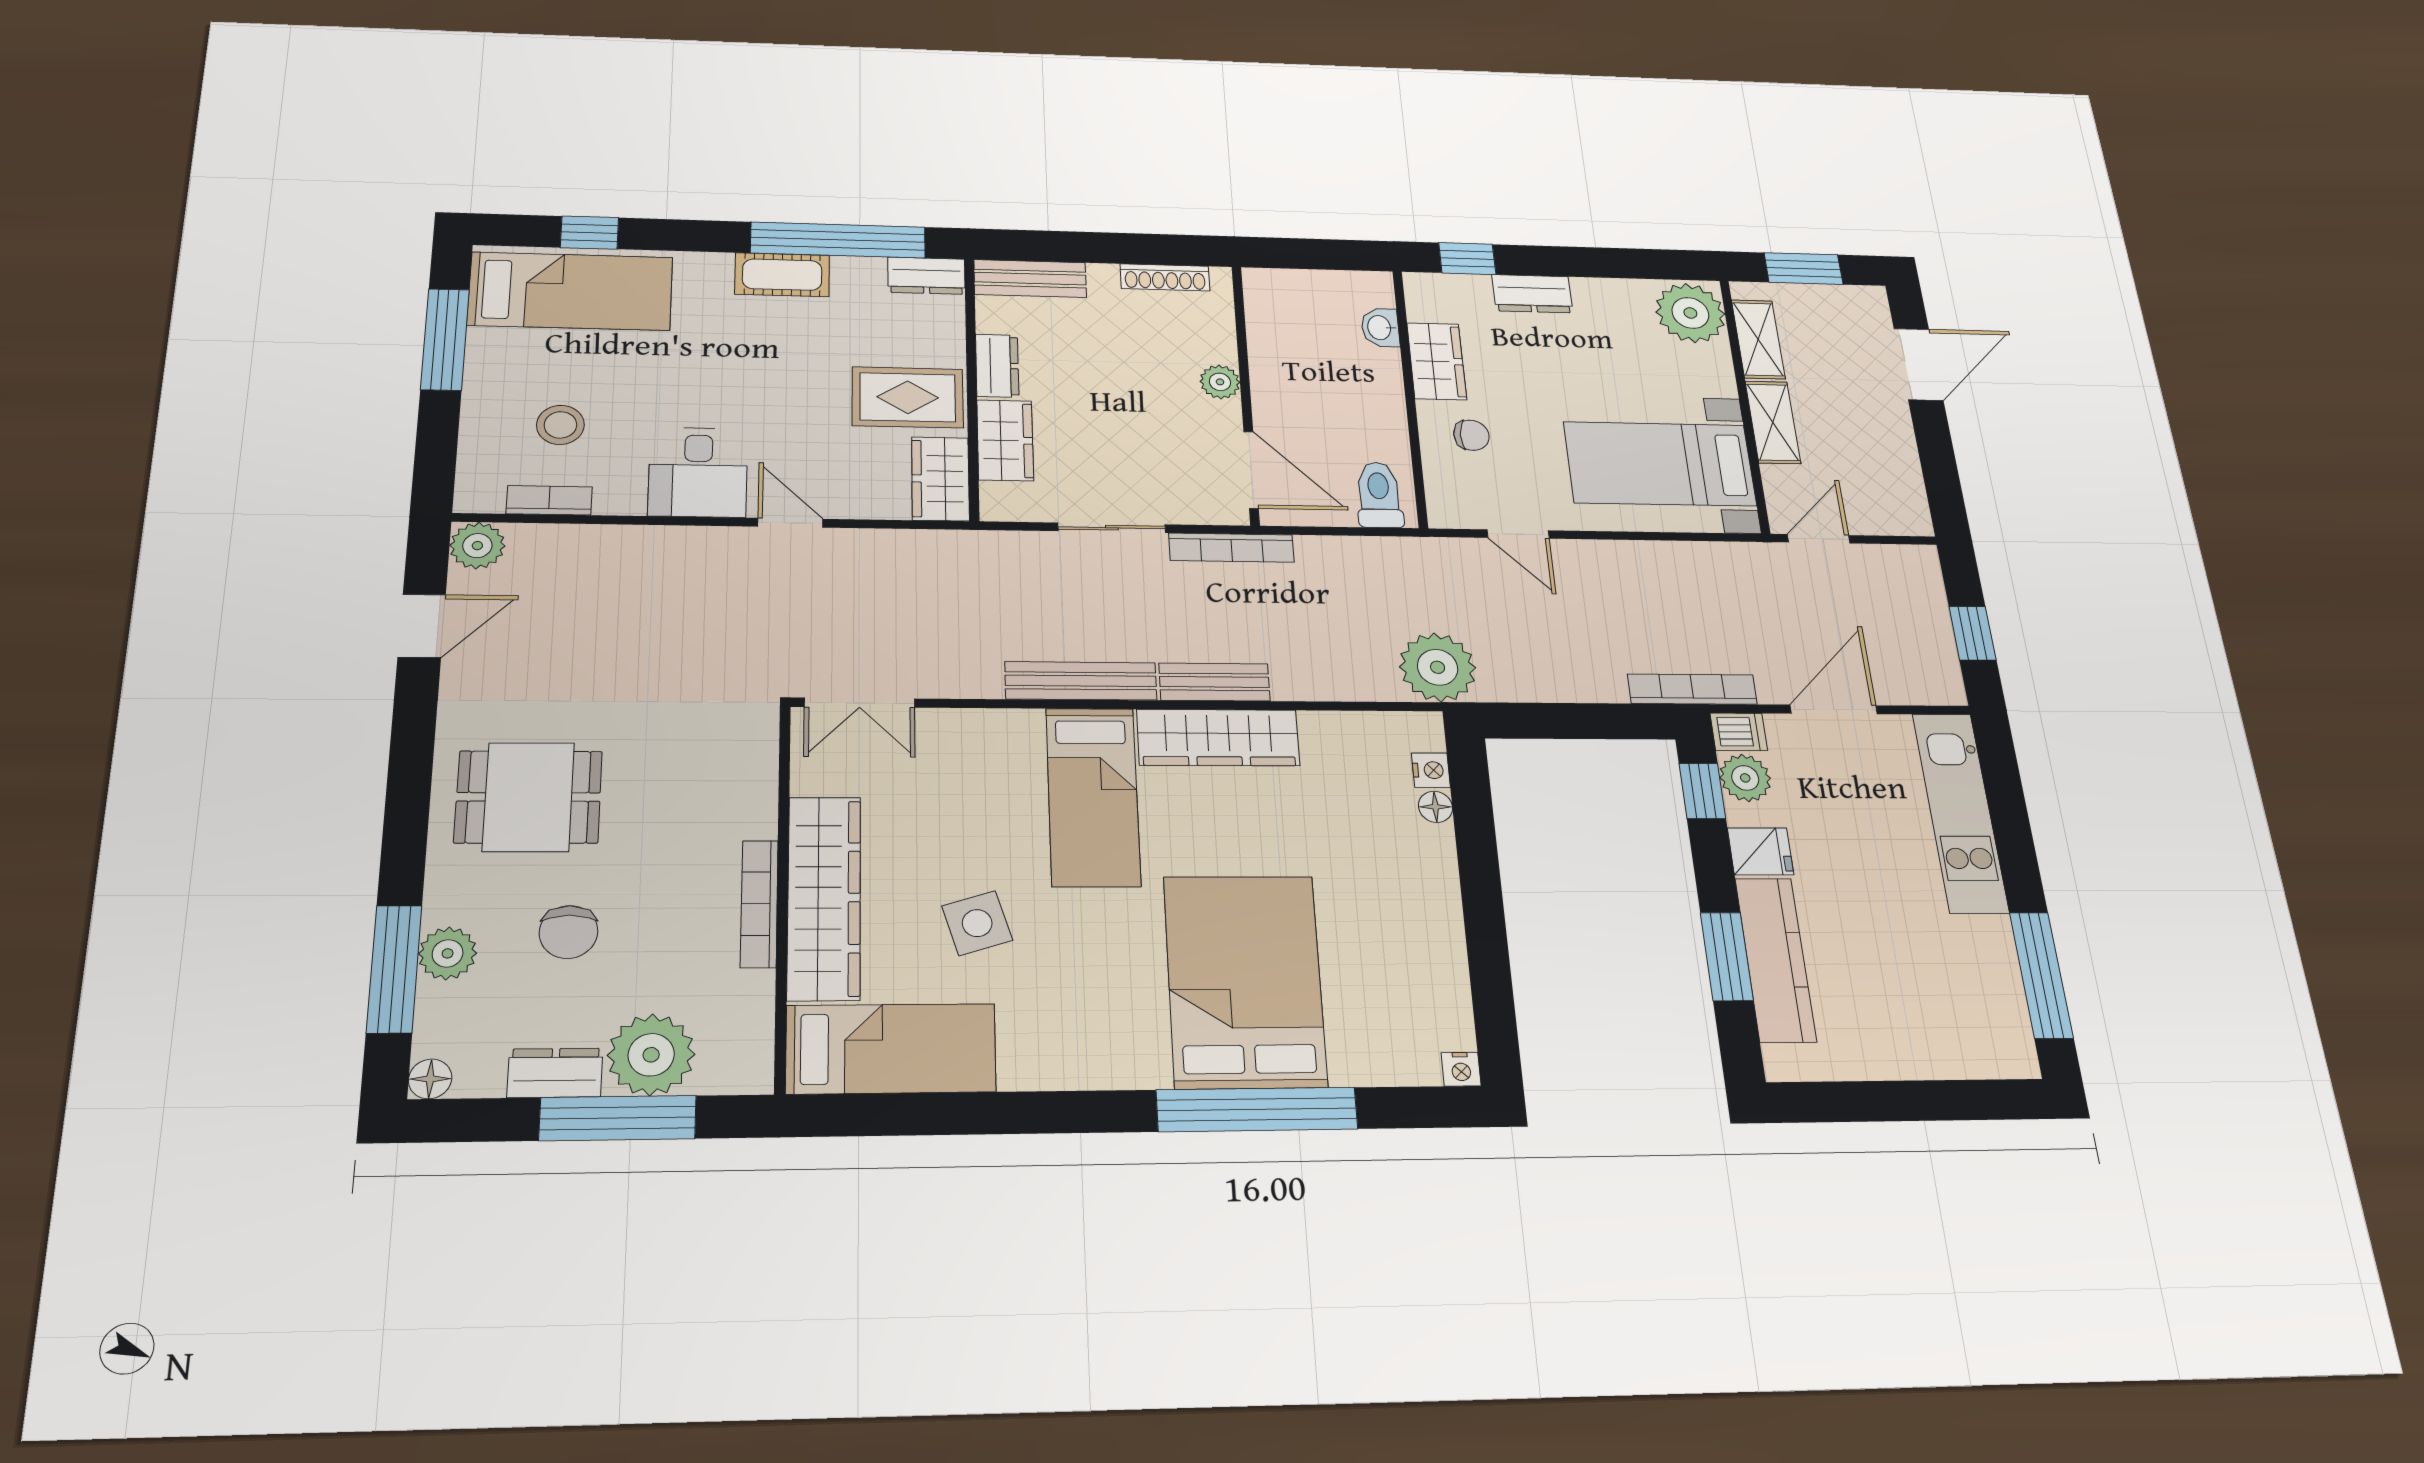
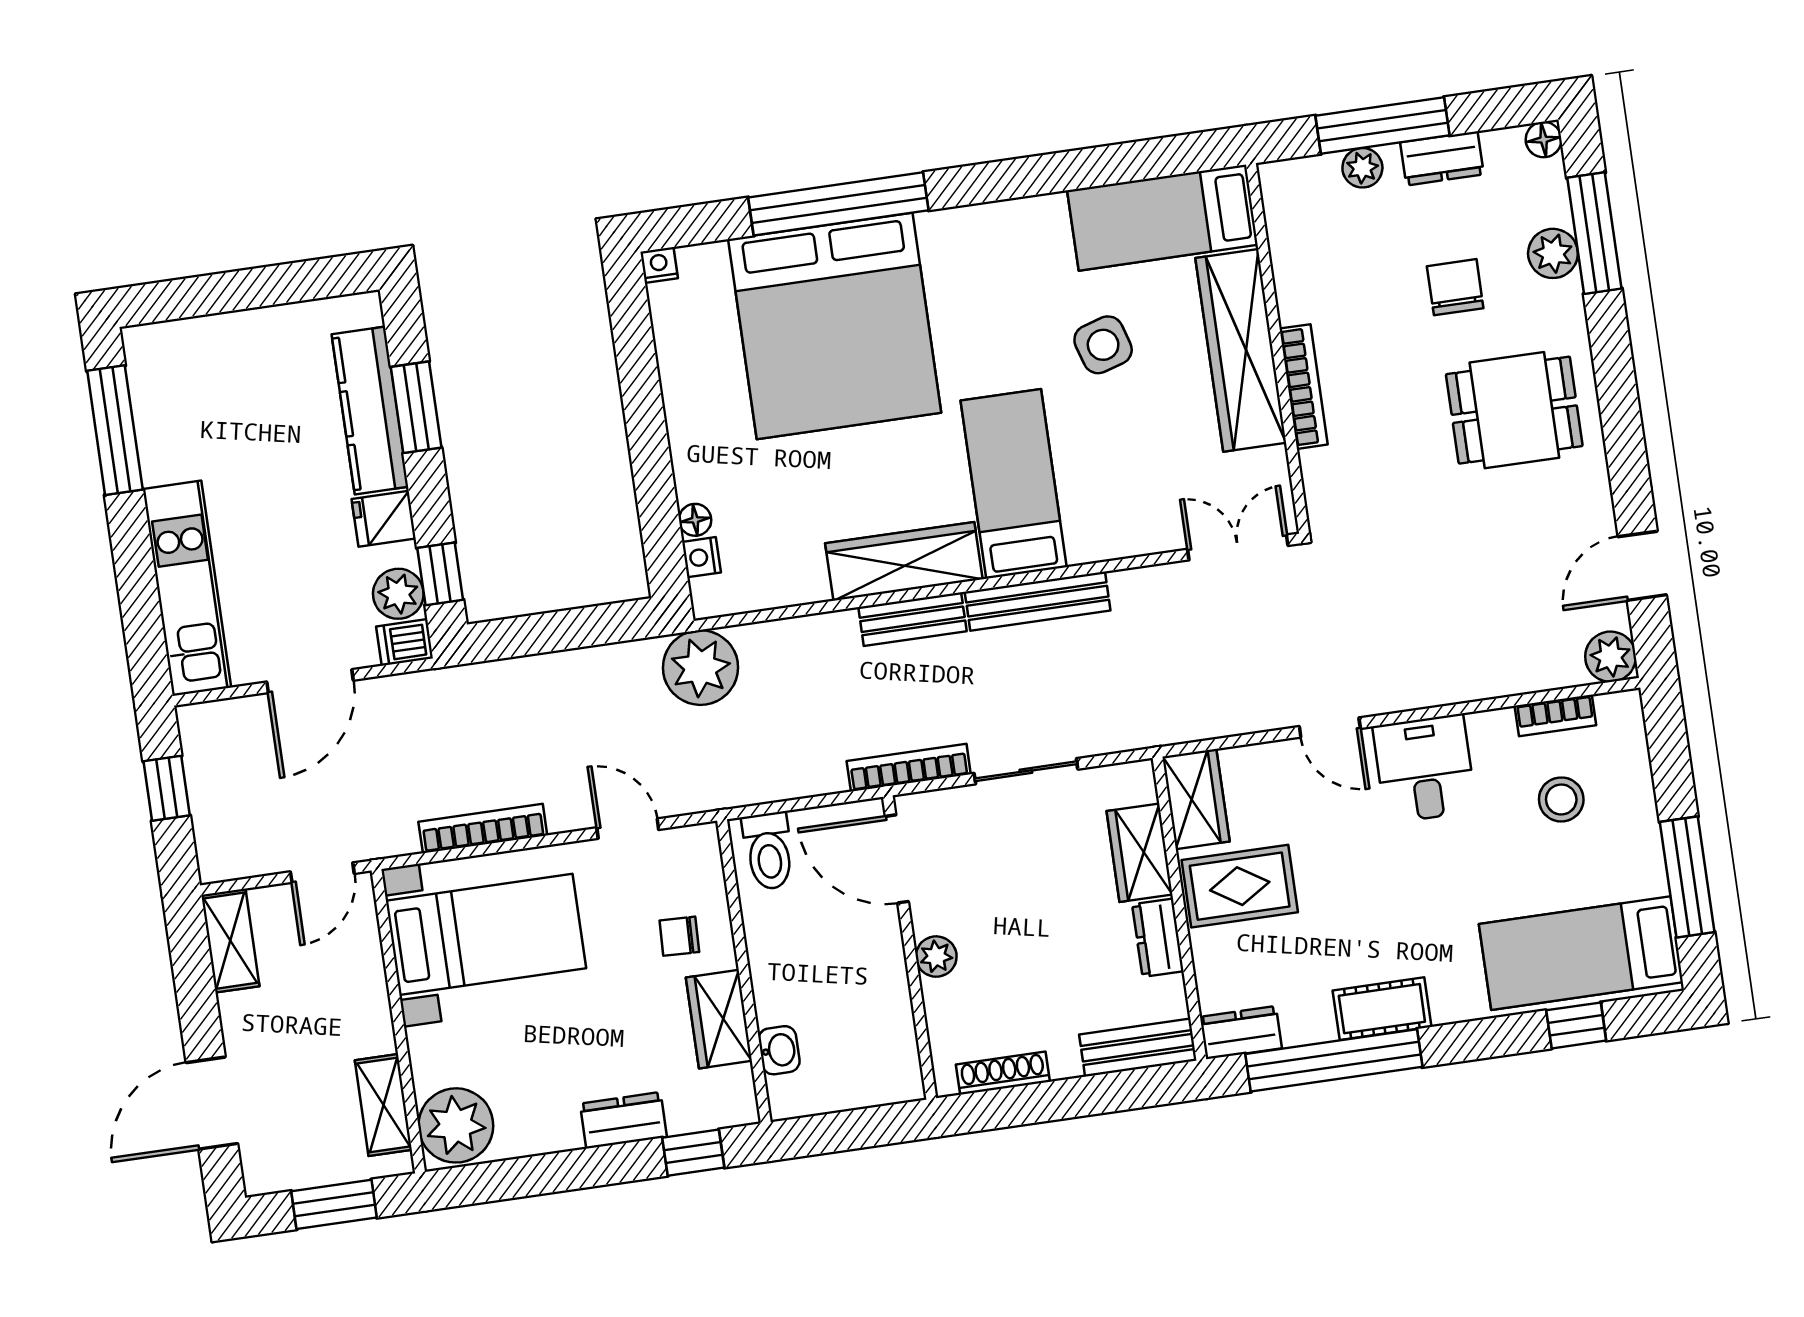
shelving: (1773, 422) -> (230, 941), moved
bookcase: (1692, 689) -> (483, 828), moved, turned 180
bookcase: (759, 904) -> (1304, 387), moved
bed: (1245, 981) -> (835, 326), width x1.36
plant: (651, 1055) -> (1362, 168), width x0.53, depth x0.53

